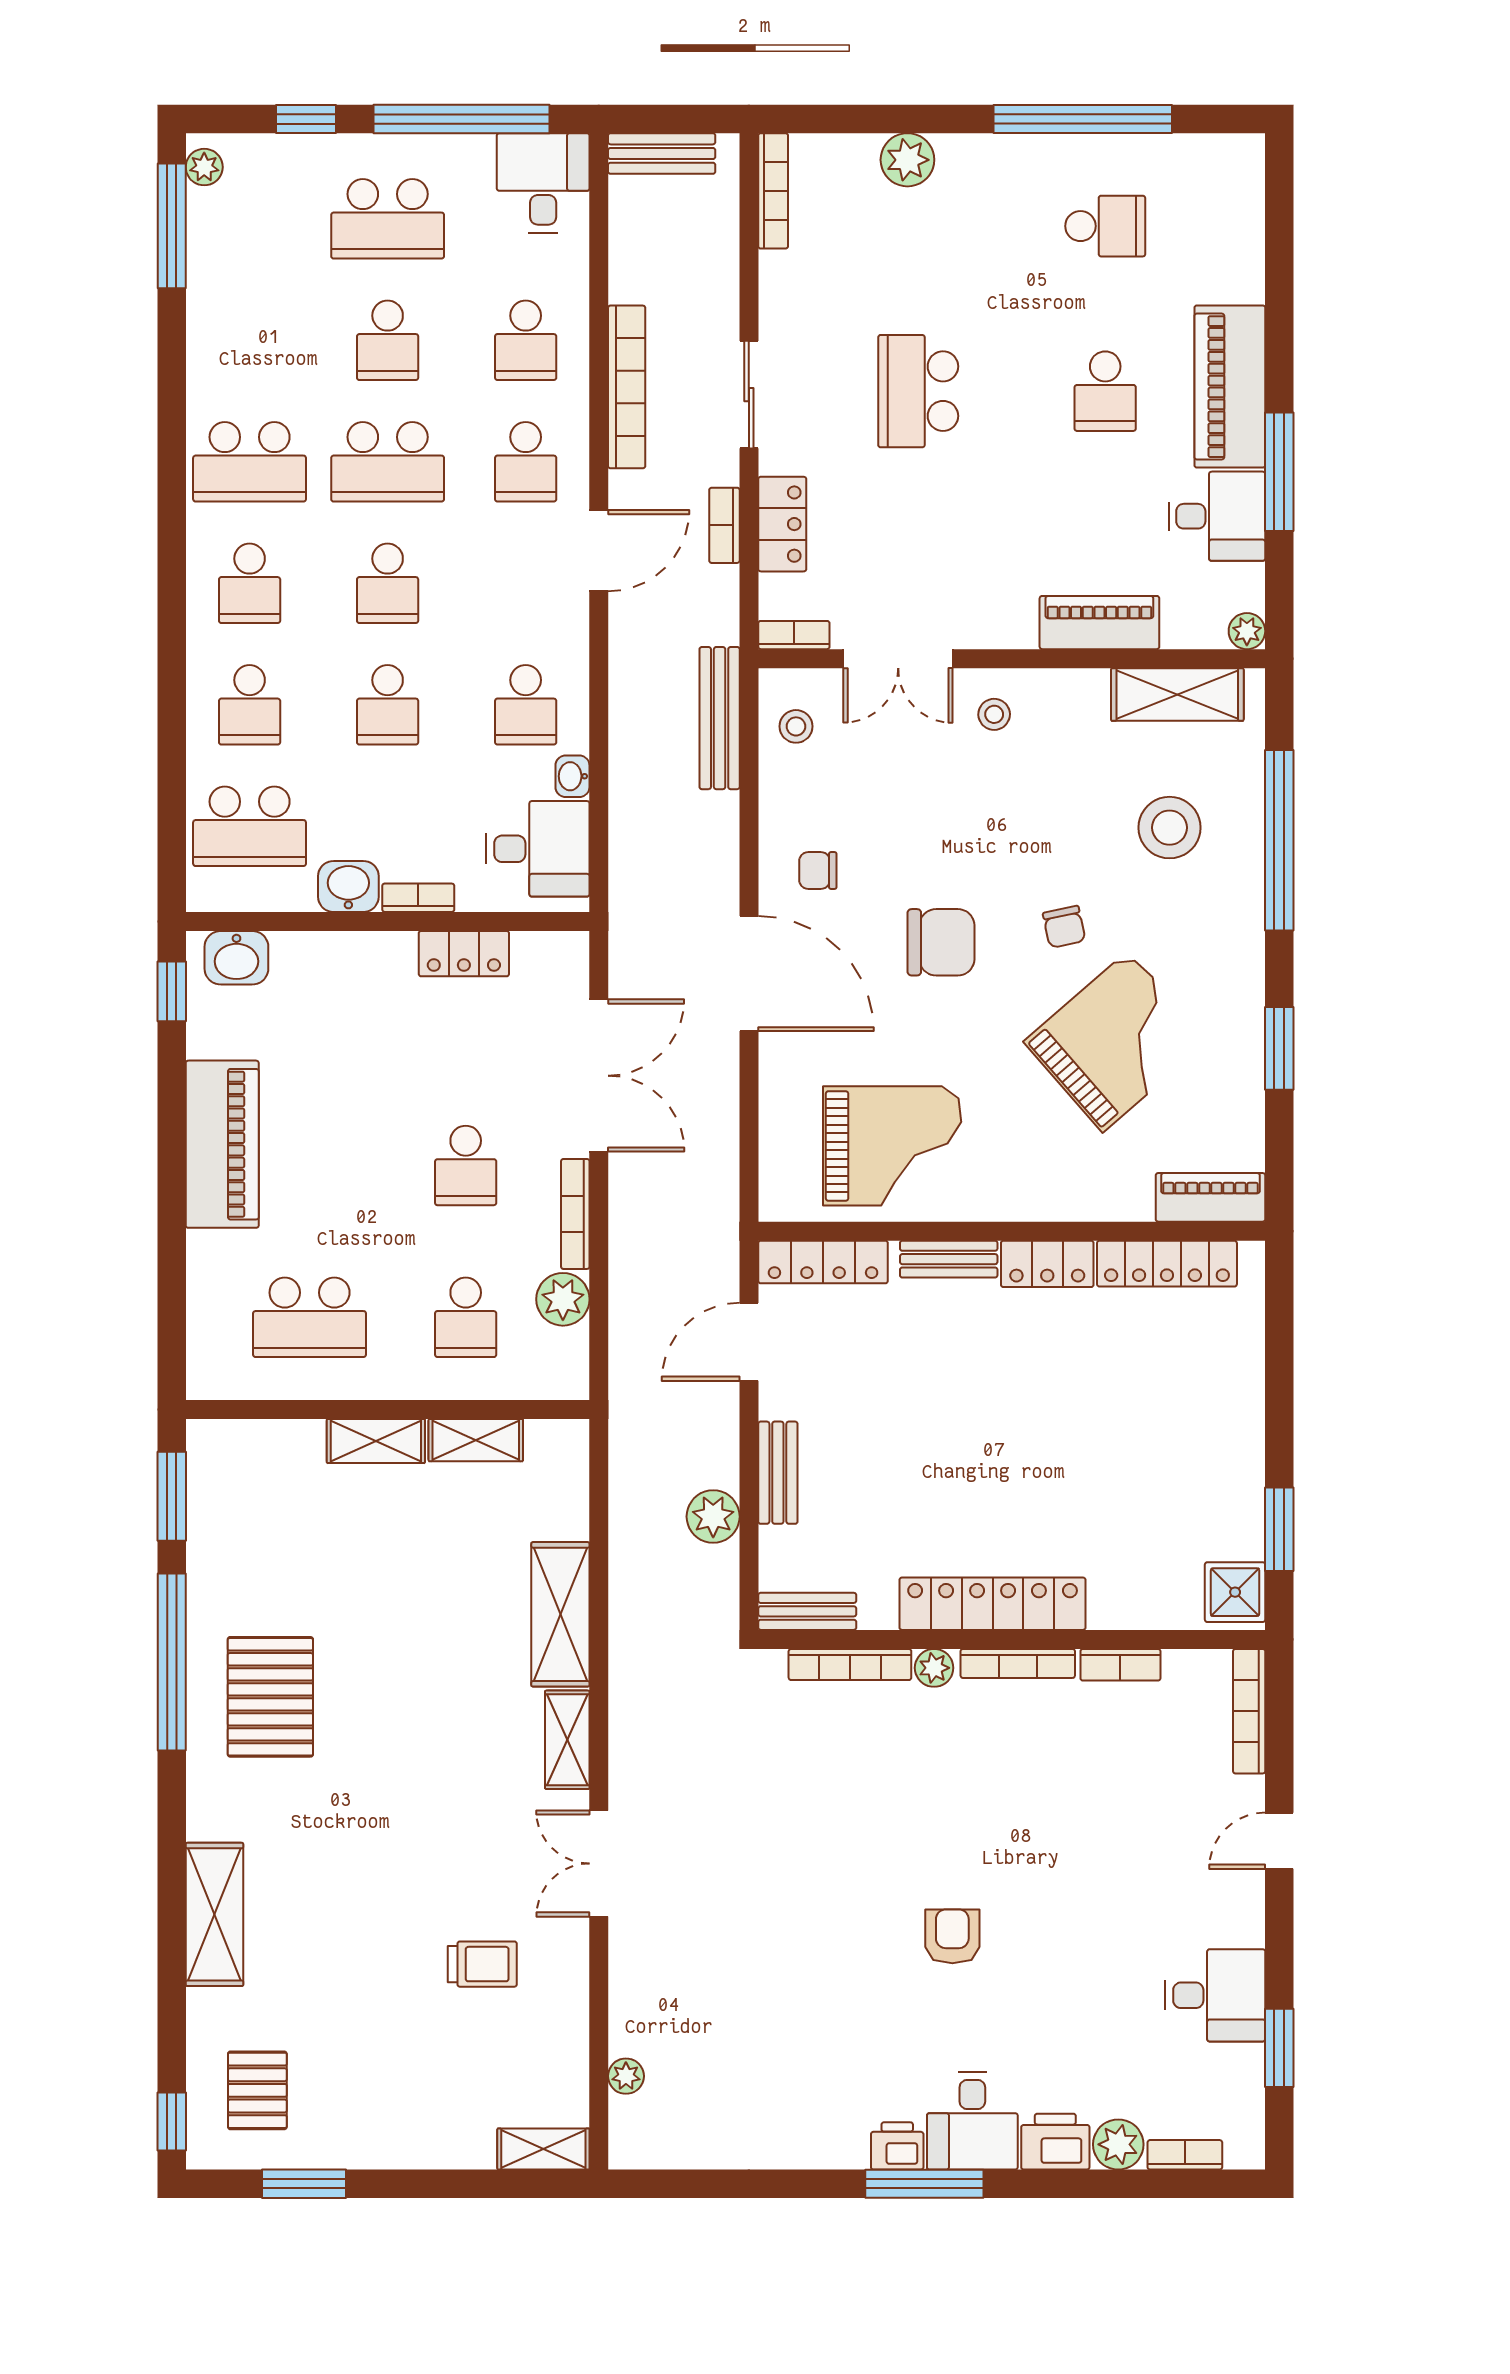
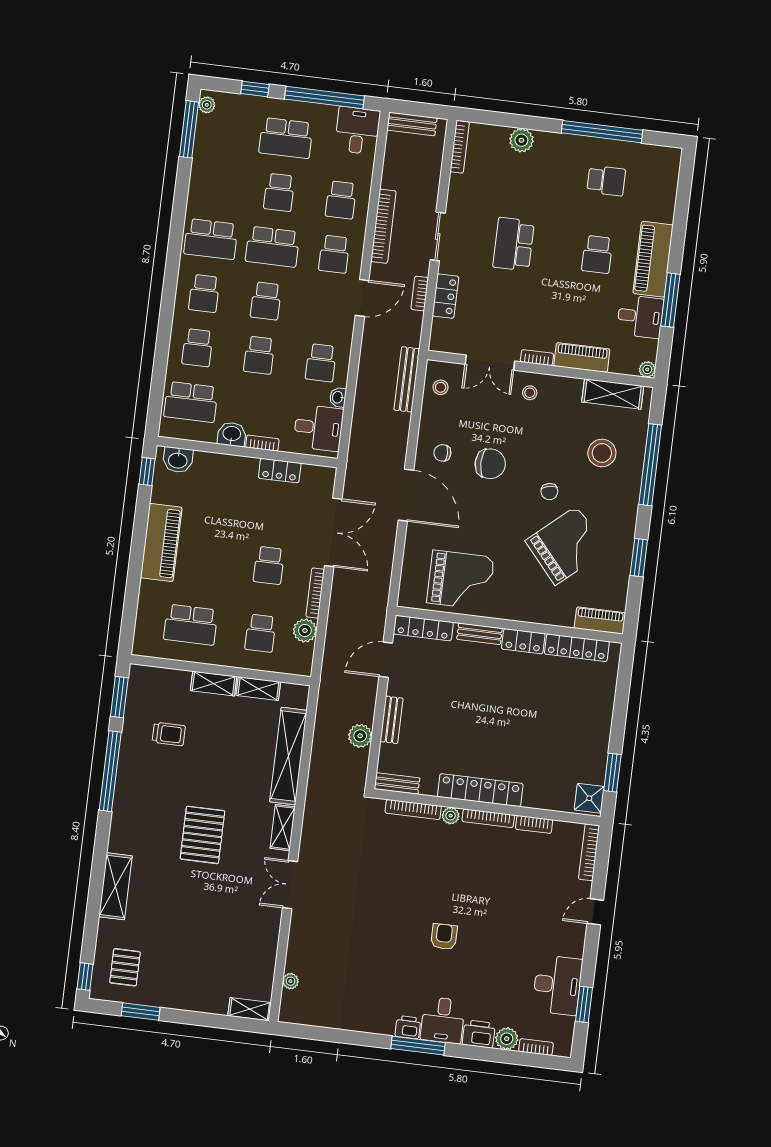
bookcase: (794, 635) -> (537, 358), moved
chair: (941, 942) -> (490, 464), moved
shelving: (560, 1614) -> (288, 756), width x1.47
pallet: (270, 1697) -> (202, 835), moved
trolley: (482, 1964) -> (169, 734), moved
desk: (1215, 1995) -> (557, 985), width x1.37

